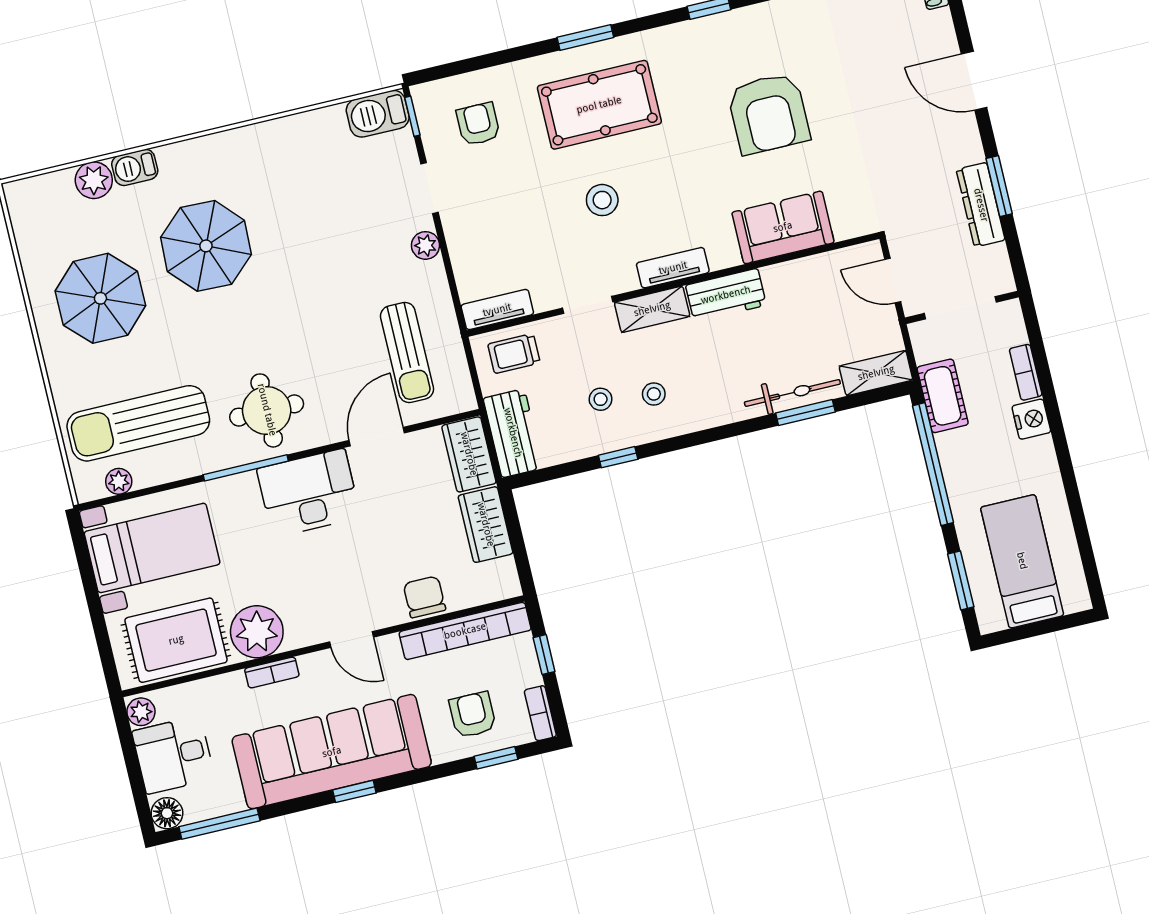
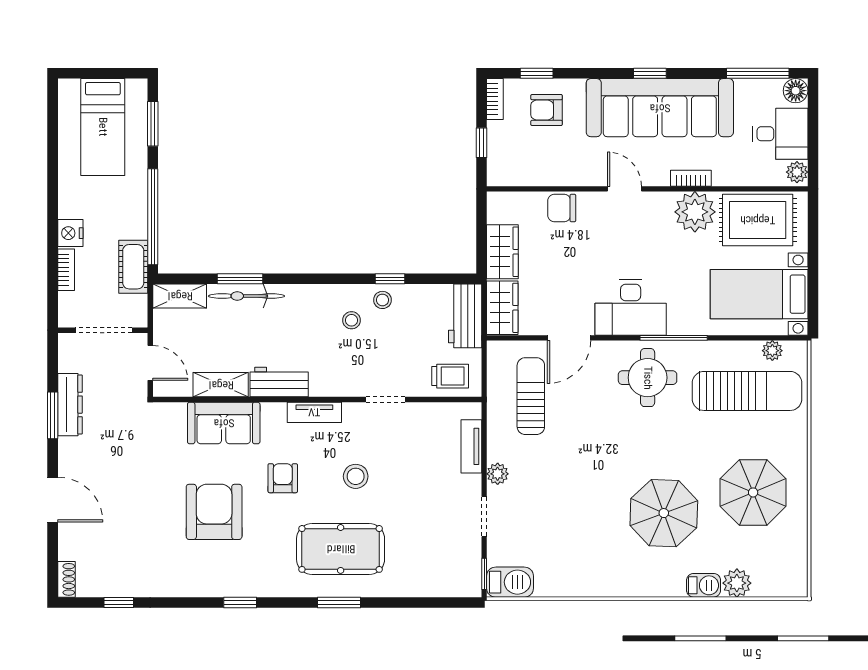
armchair: (478, 124) -> (283, 478), moved, turned 180
shelving: (652, 309) -> (221, 385), moved
tv unit: (497, 310) -> (471, 446), moved, turned 90
stool: (601, 399) -> (382, 300), moved
chair: (424, 597) -> (562, 208), turned 90
bookcase: (465, 631) -> (537, 175), removed
armchair: (473, 715) -> (547, 110), turned 90

